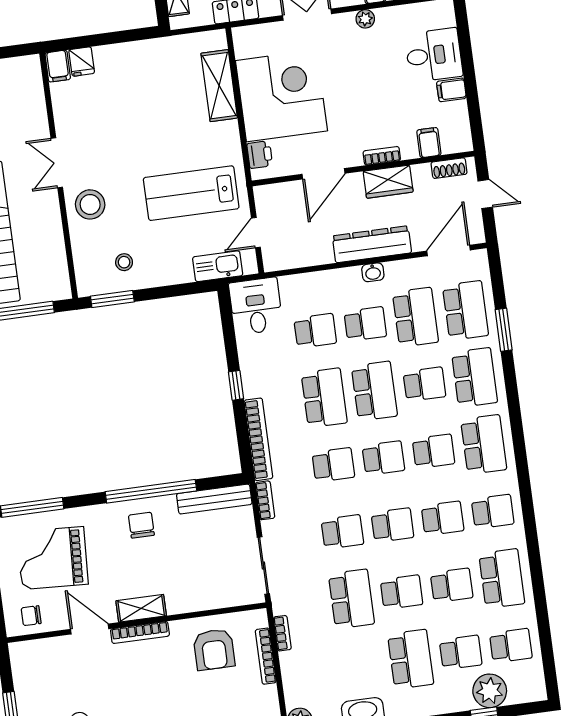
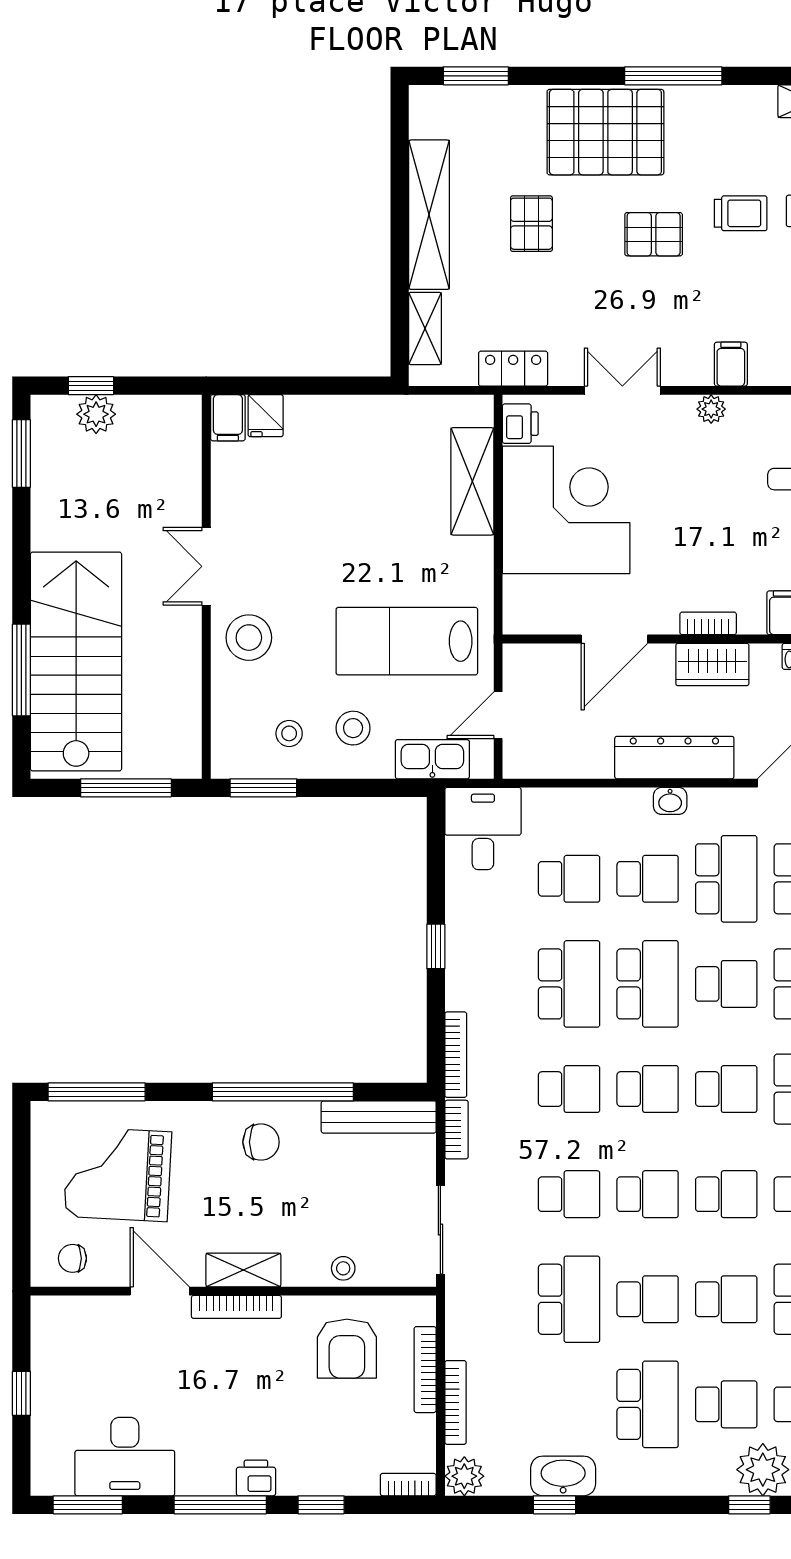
printer: (260, 155) -> (520, 424), moved
stool: (164, 253) -> (353, 728), added
bookcase: (258, 439) -> (456, 1055), width x0.68, depth x0.76
chair: (141, 525) -> (261, 1142), turned 90
stool: (205, 599) -> (343, 1268), added
bookcase: (282, 633) -> (455, 1402), moved, width x1.56

